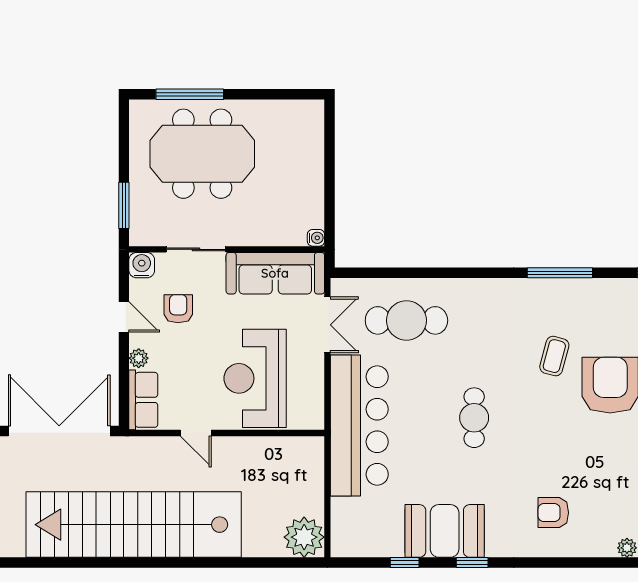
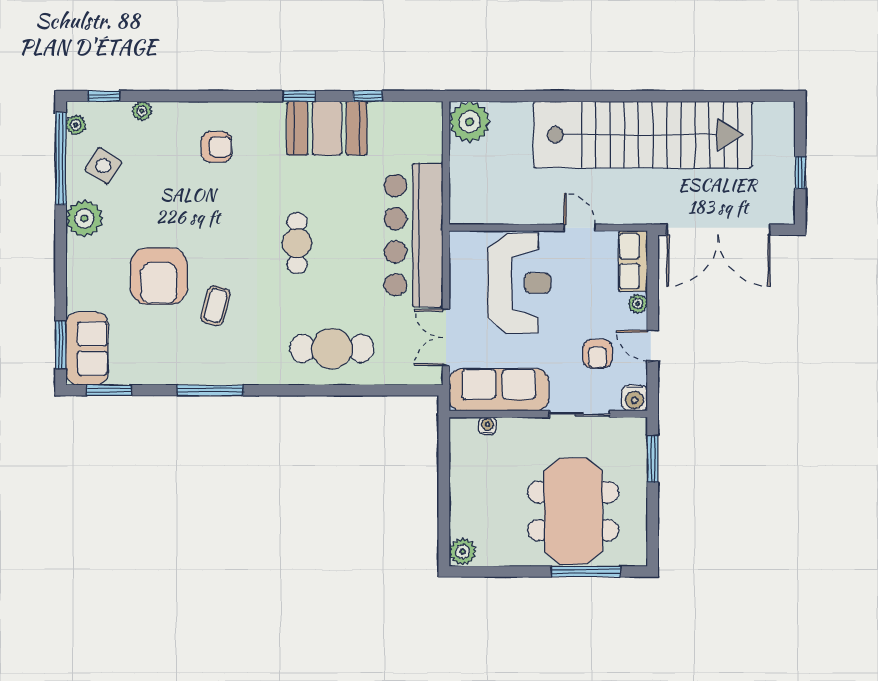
plant: (311, 114) -> (463, 552), added
meeting table: (202, 154) -> (573, 511), turned 90
water cooler: (316, 238) -> (488, 426), moved, turned 90
cafe table: (406, 320) -> (332, 349), moved

